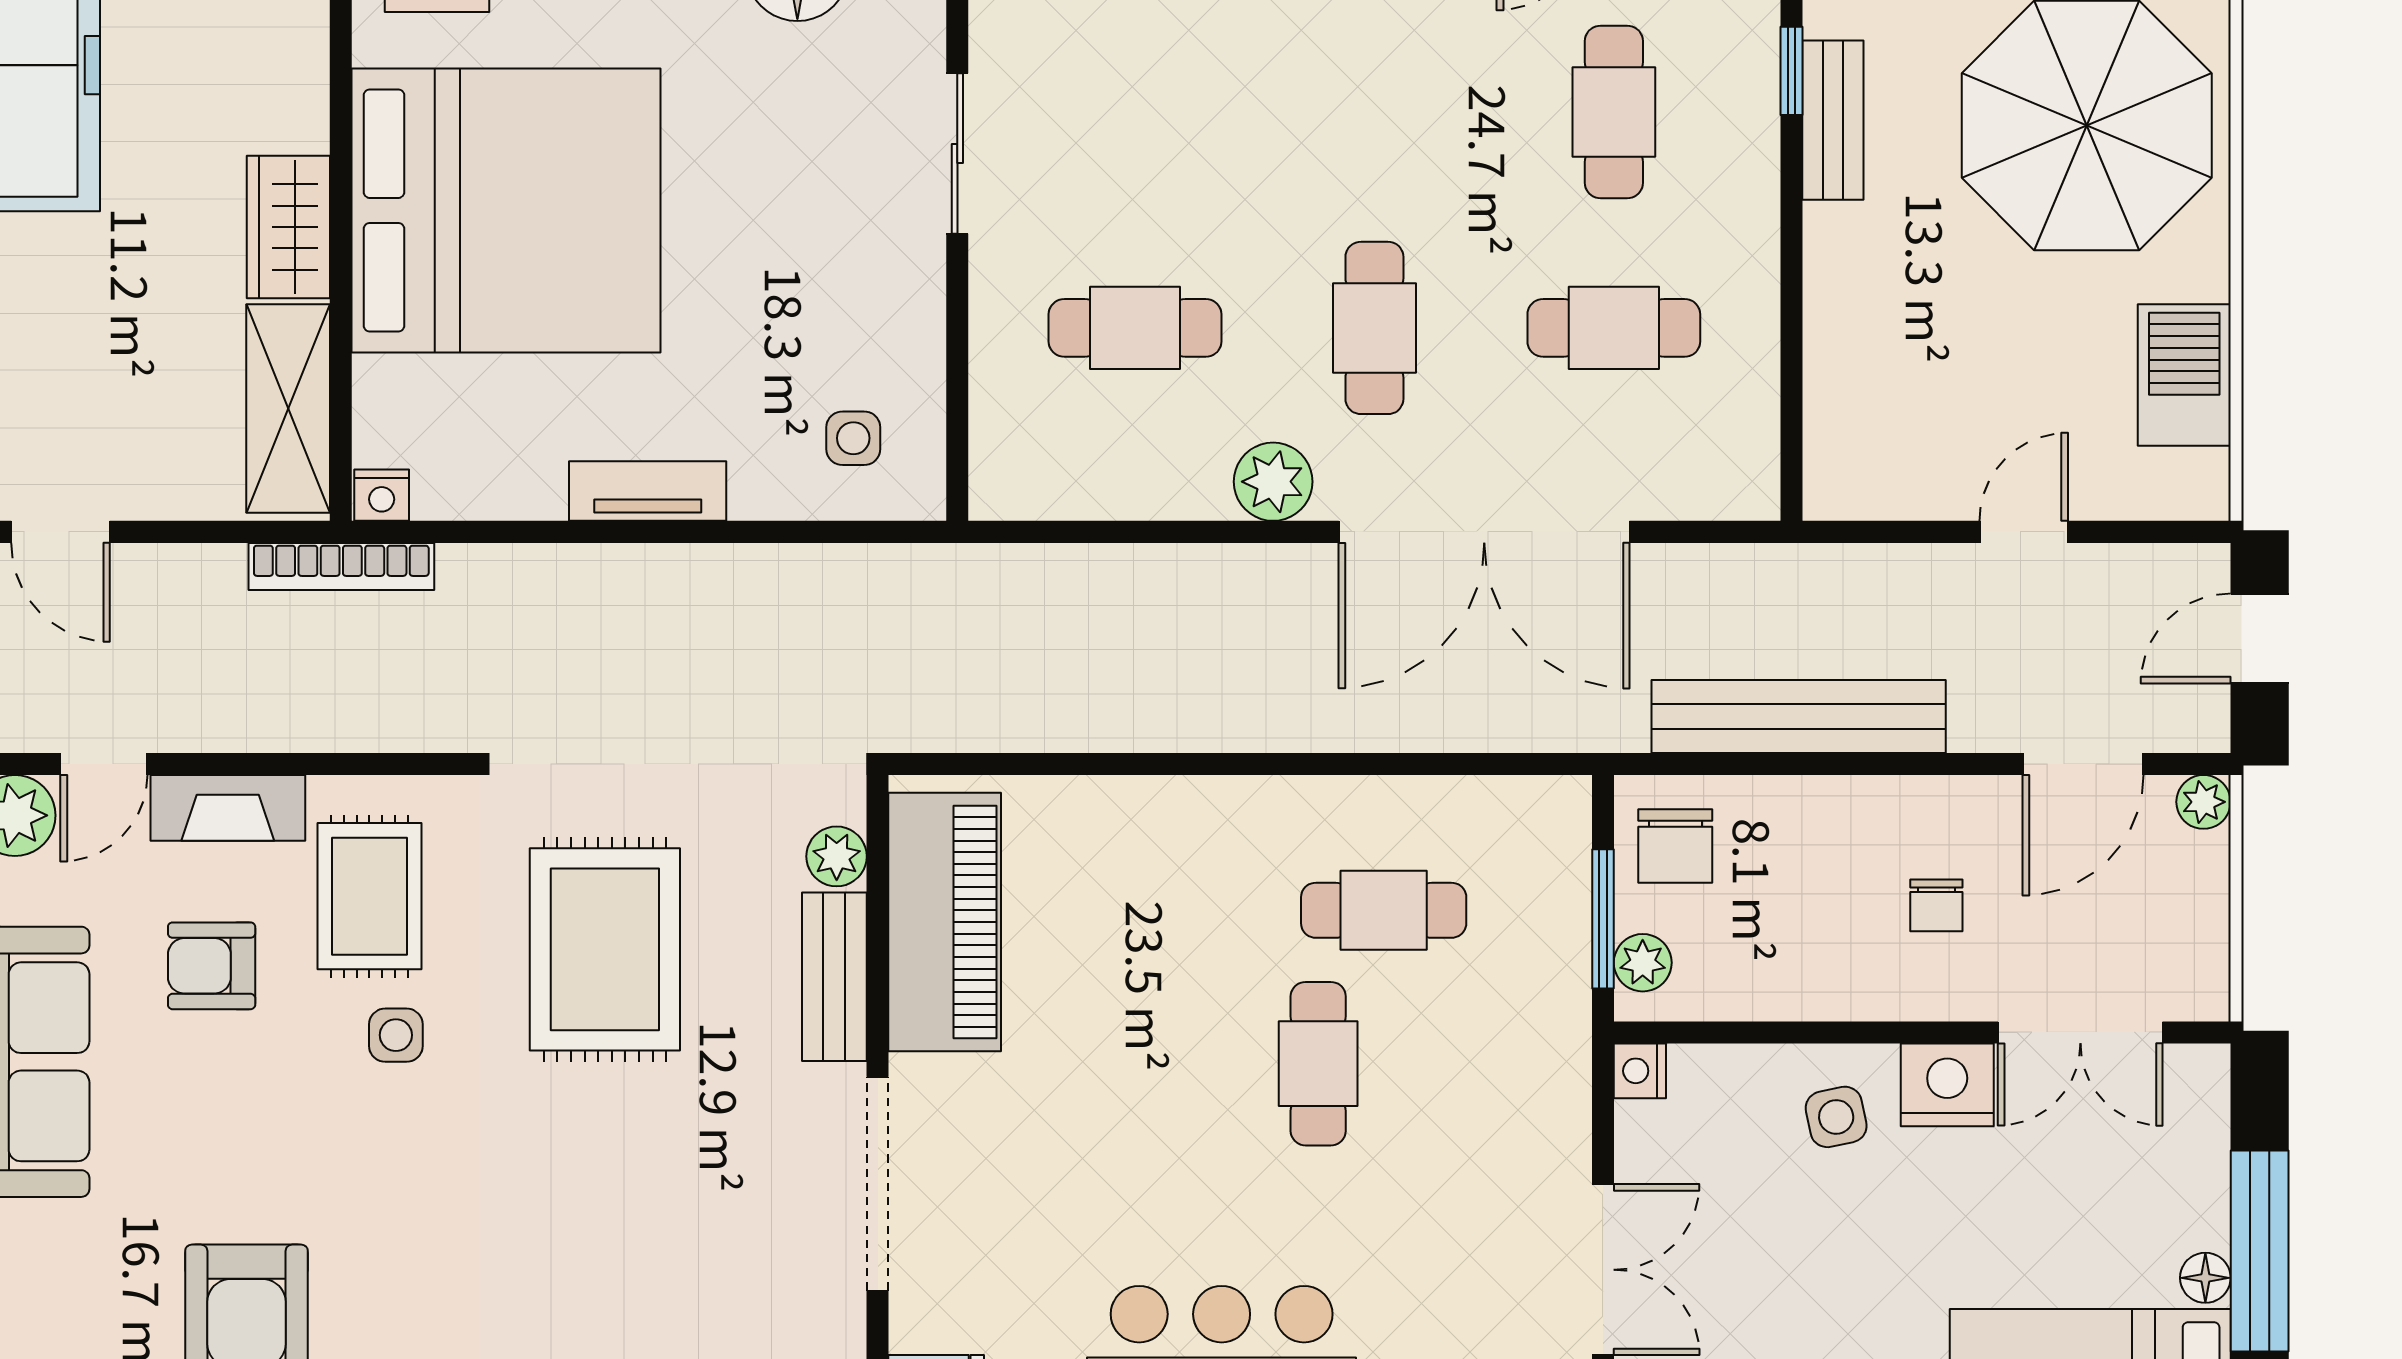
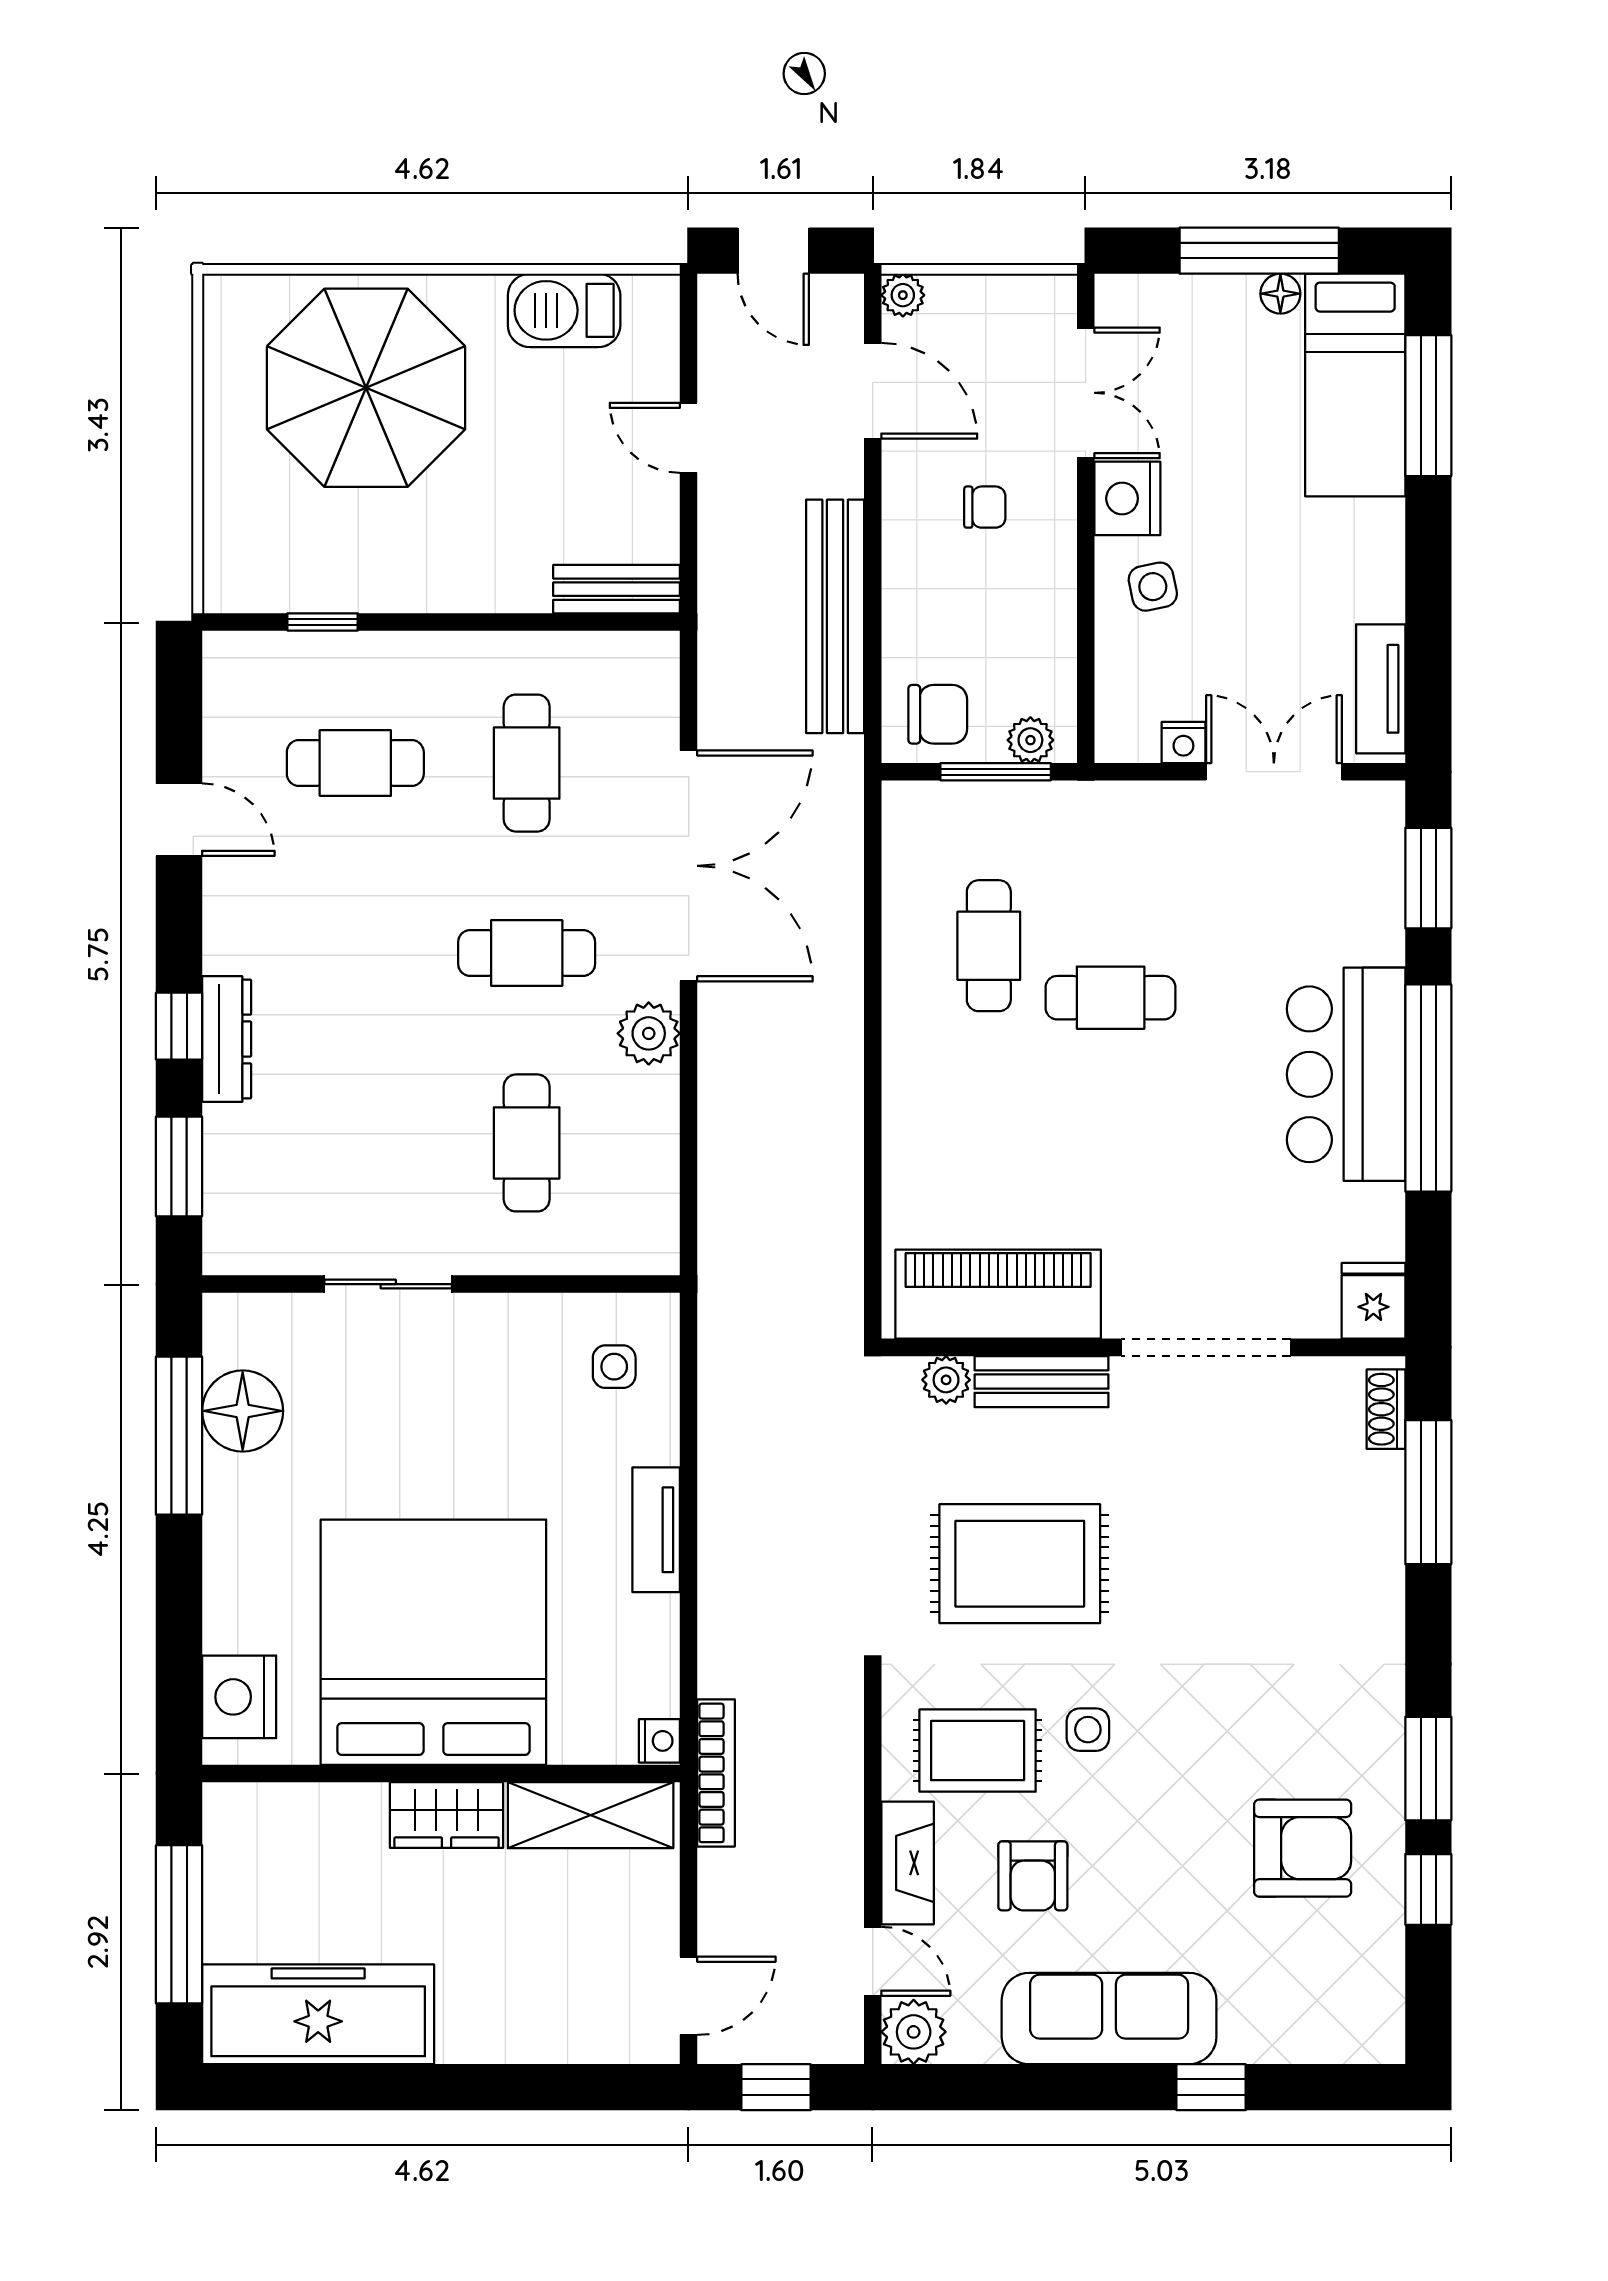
bench: (1833, 120) -> (617, 589), moved
nightstand: (1640, 1071) -> (1183, 742), moved

